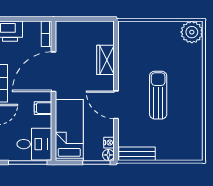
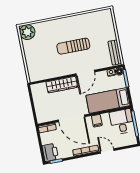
wardrobe: (105, 60) -> (62, 85), width x1.50

